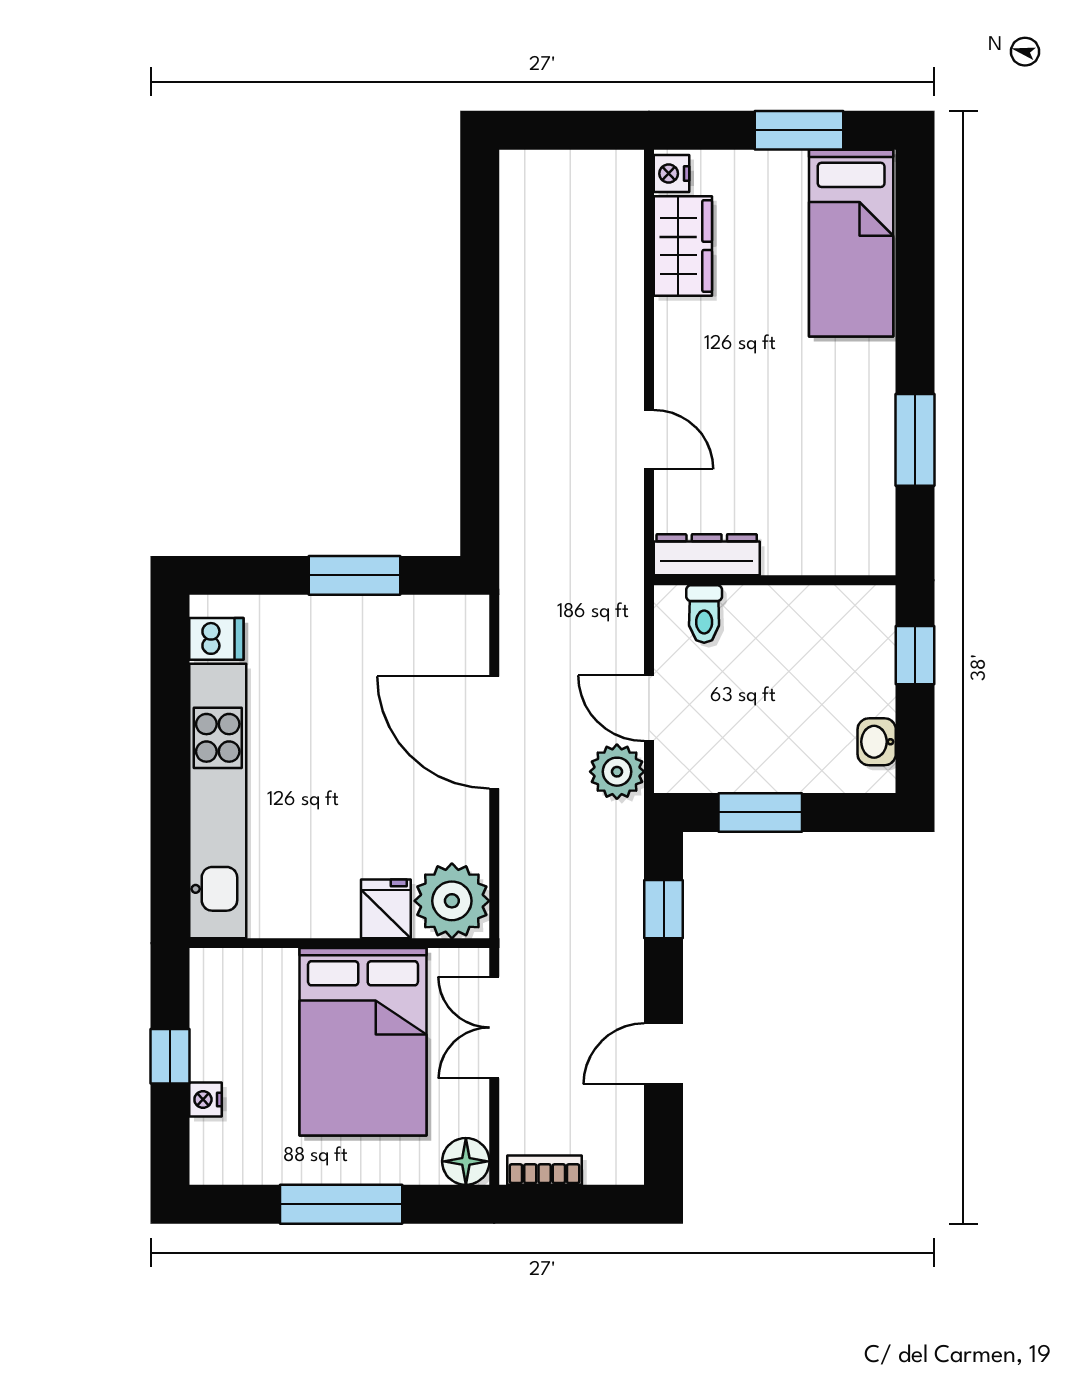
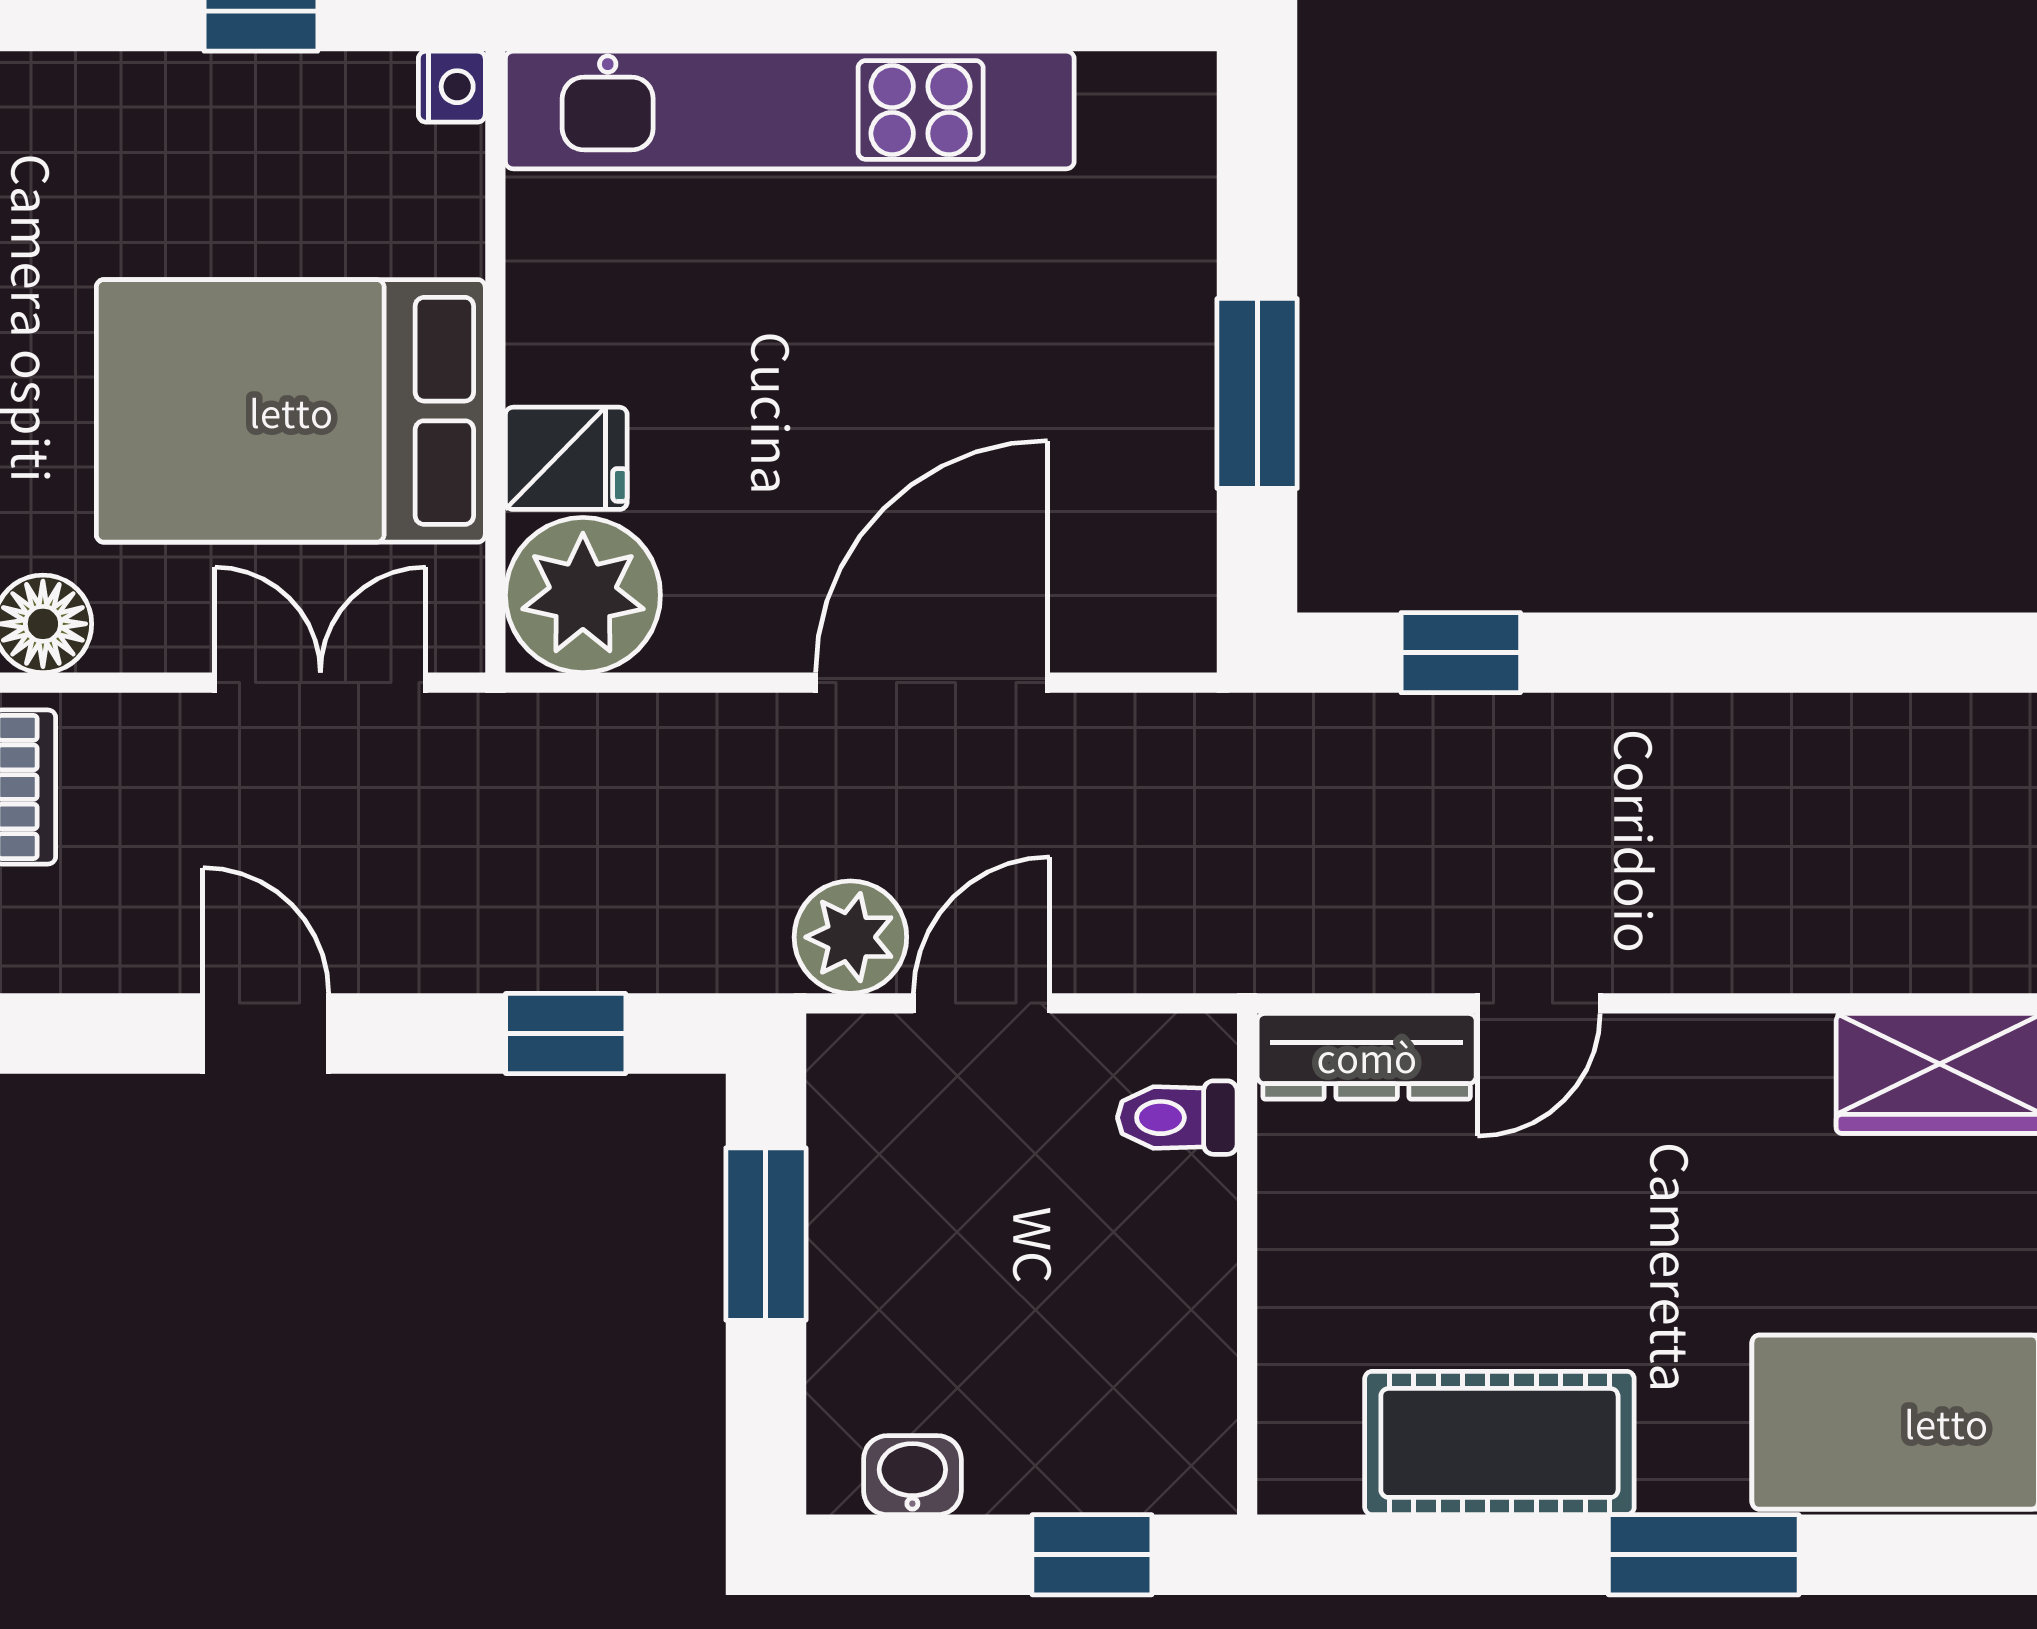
window: (915, 440) -> (1704, 1555), moved
cot: (861, 458) -> (1499, 1443), added
window: (480, 477) -> (1461, 653), added
dresser: (707, 555) -> (1367, 1056), moved, turned 90
dishwasher: (216, 639) -> (1126, 107), removed
nightstand: (206, 1099) -> (452, 87), moved, turned 90

